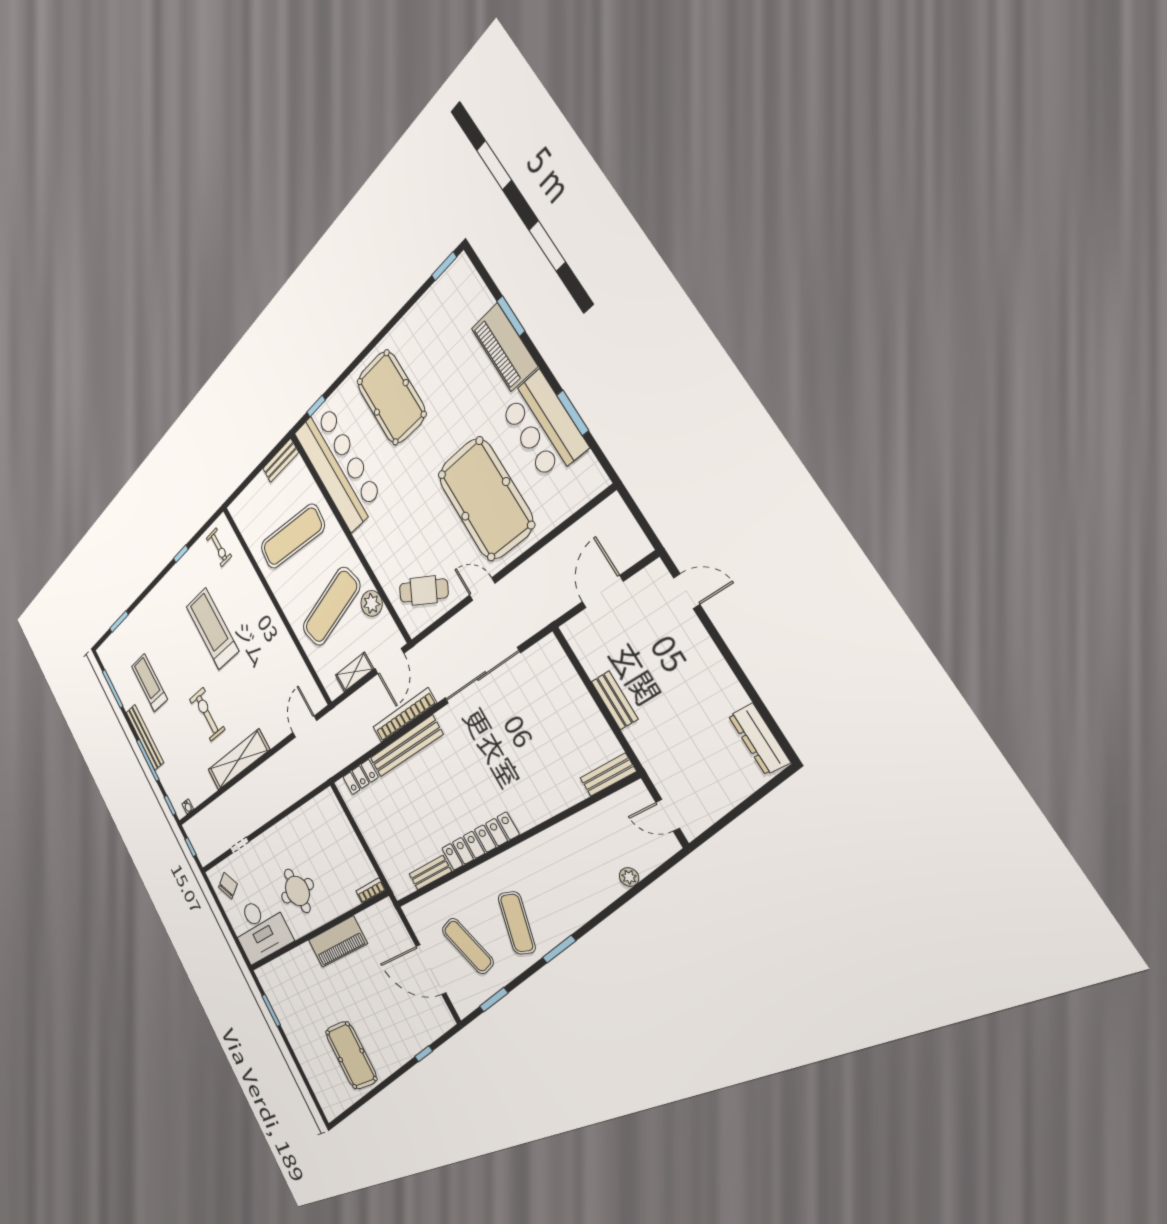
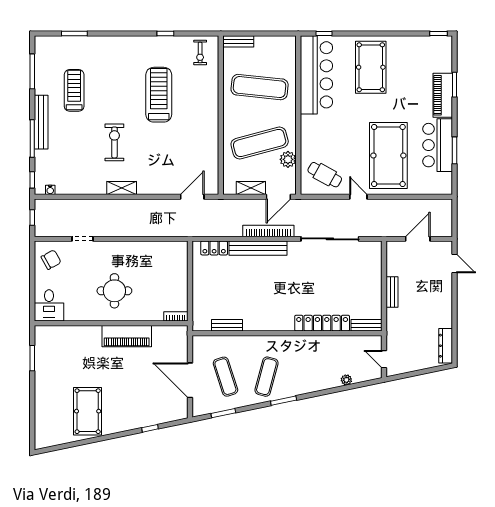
bench: (281, 461) -> (238, 41), moved
shelving: (238, 760) -> (122, 188), width x0.45, depth x0.75
locker: (480, 842) -> (322, 323), moved
desk: (260, 929) -> (49, 305), width x0.53, depth x0.77

